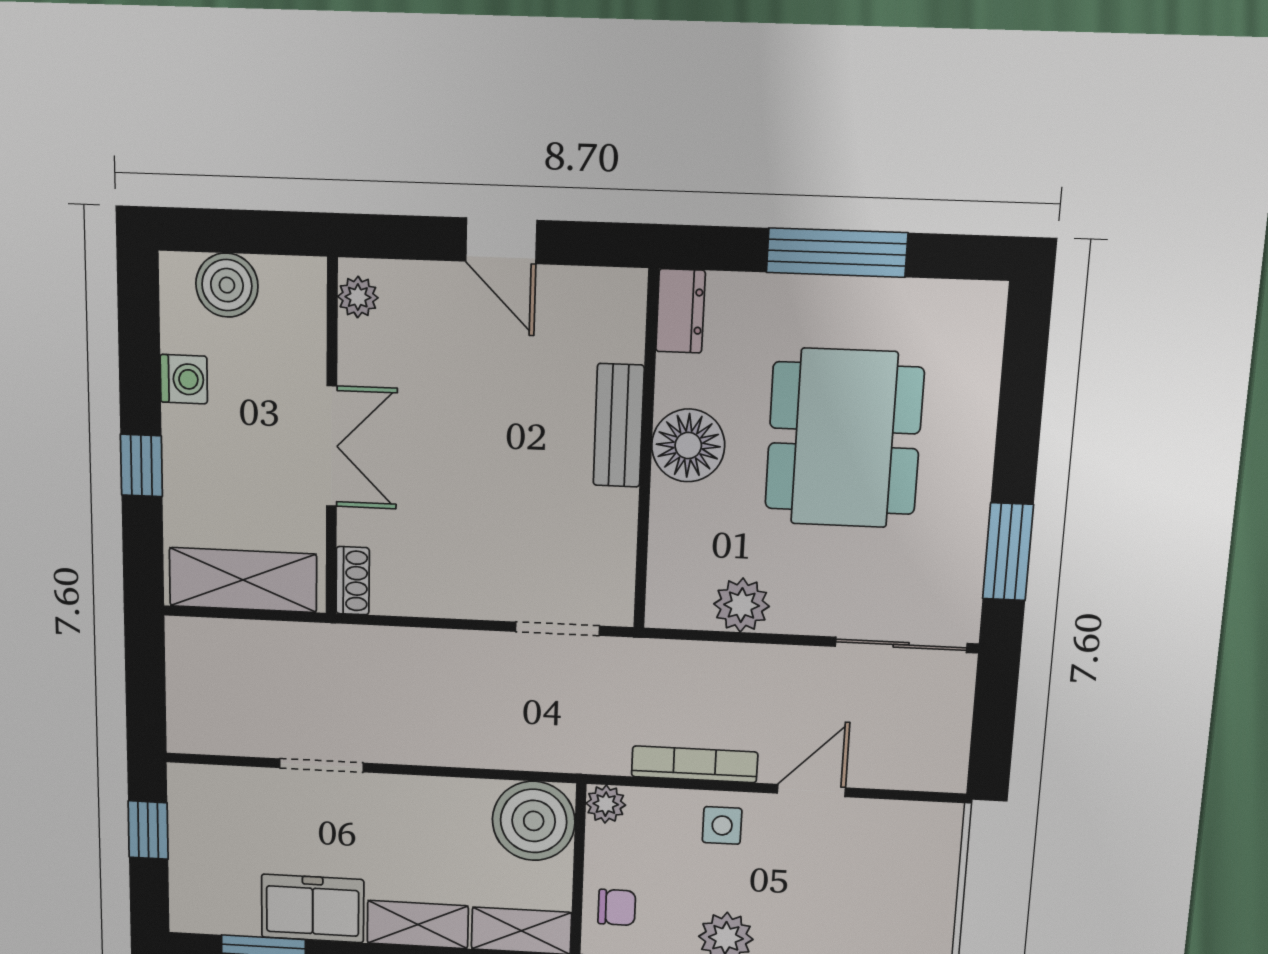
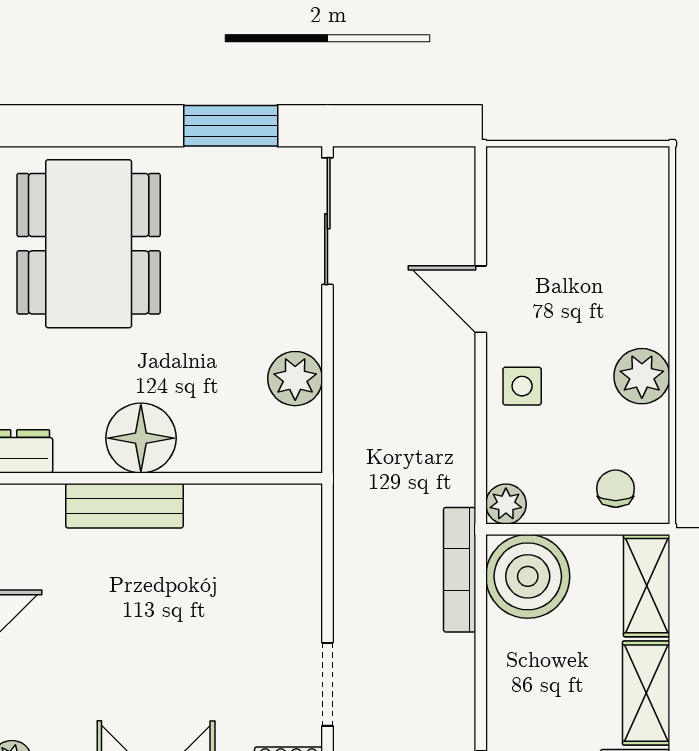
dining table: (844, 438) -> (89, 244), moved, turned 90
doorway: (557, 629) -> (327, 684), moved
bookcase: (695, 764) -> (460, 570), moved

